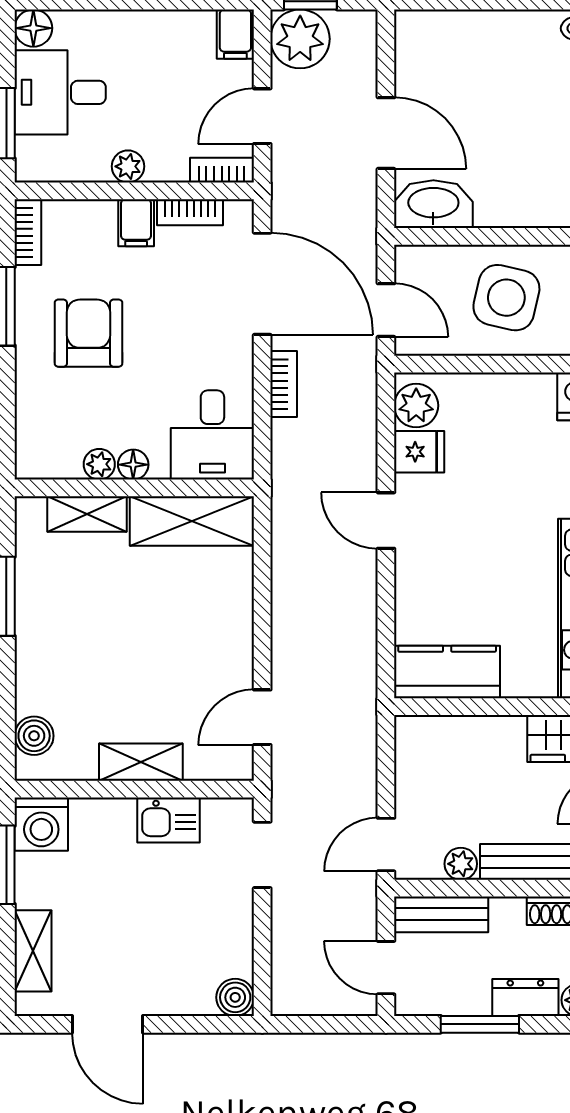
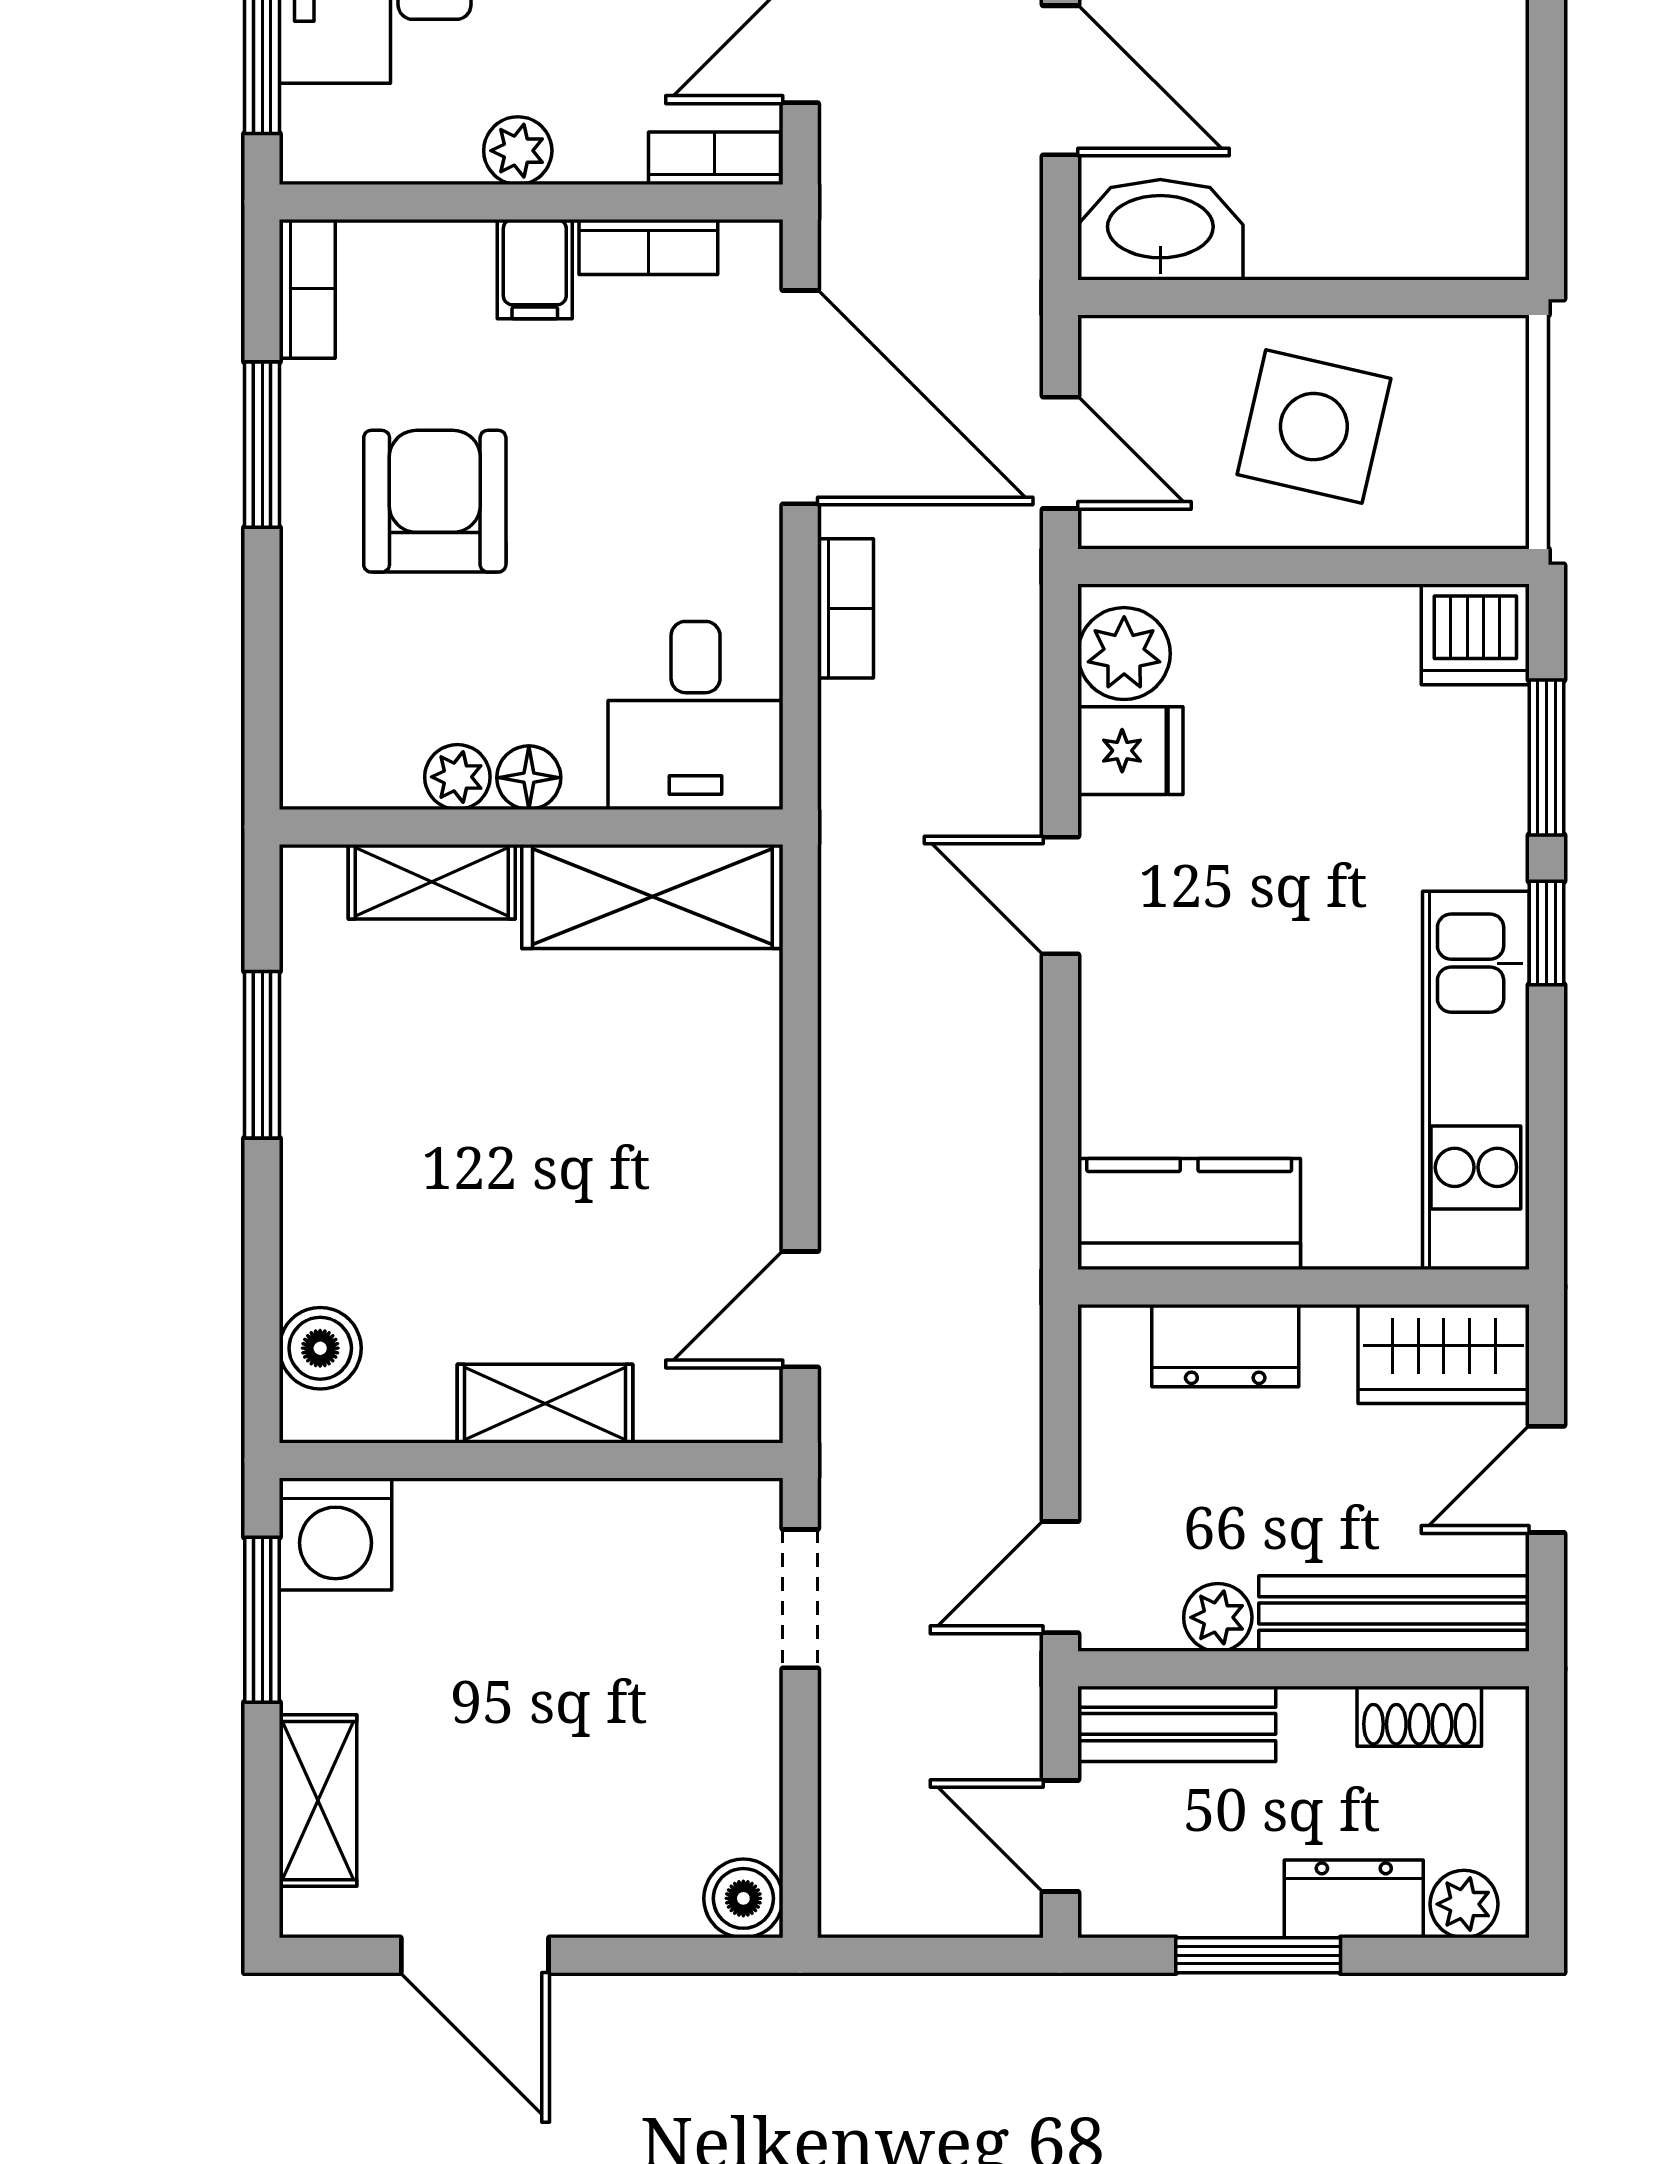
dresser: (464, 735) -> (1225, 1346), added
kitchen sink: (168, 820) -> (603, 1525), removed

